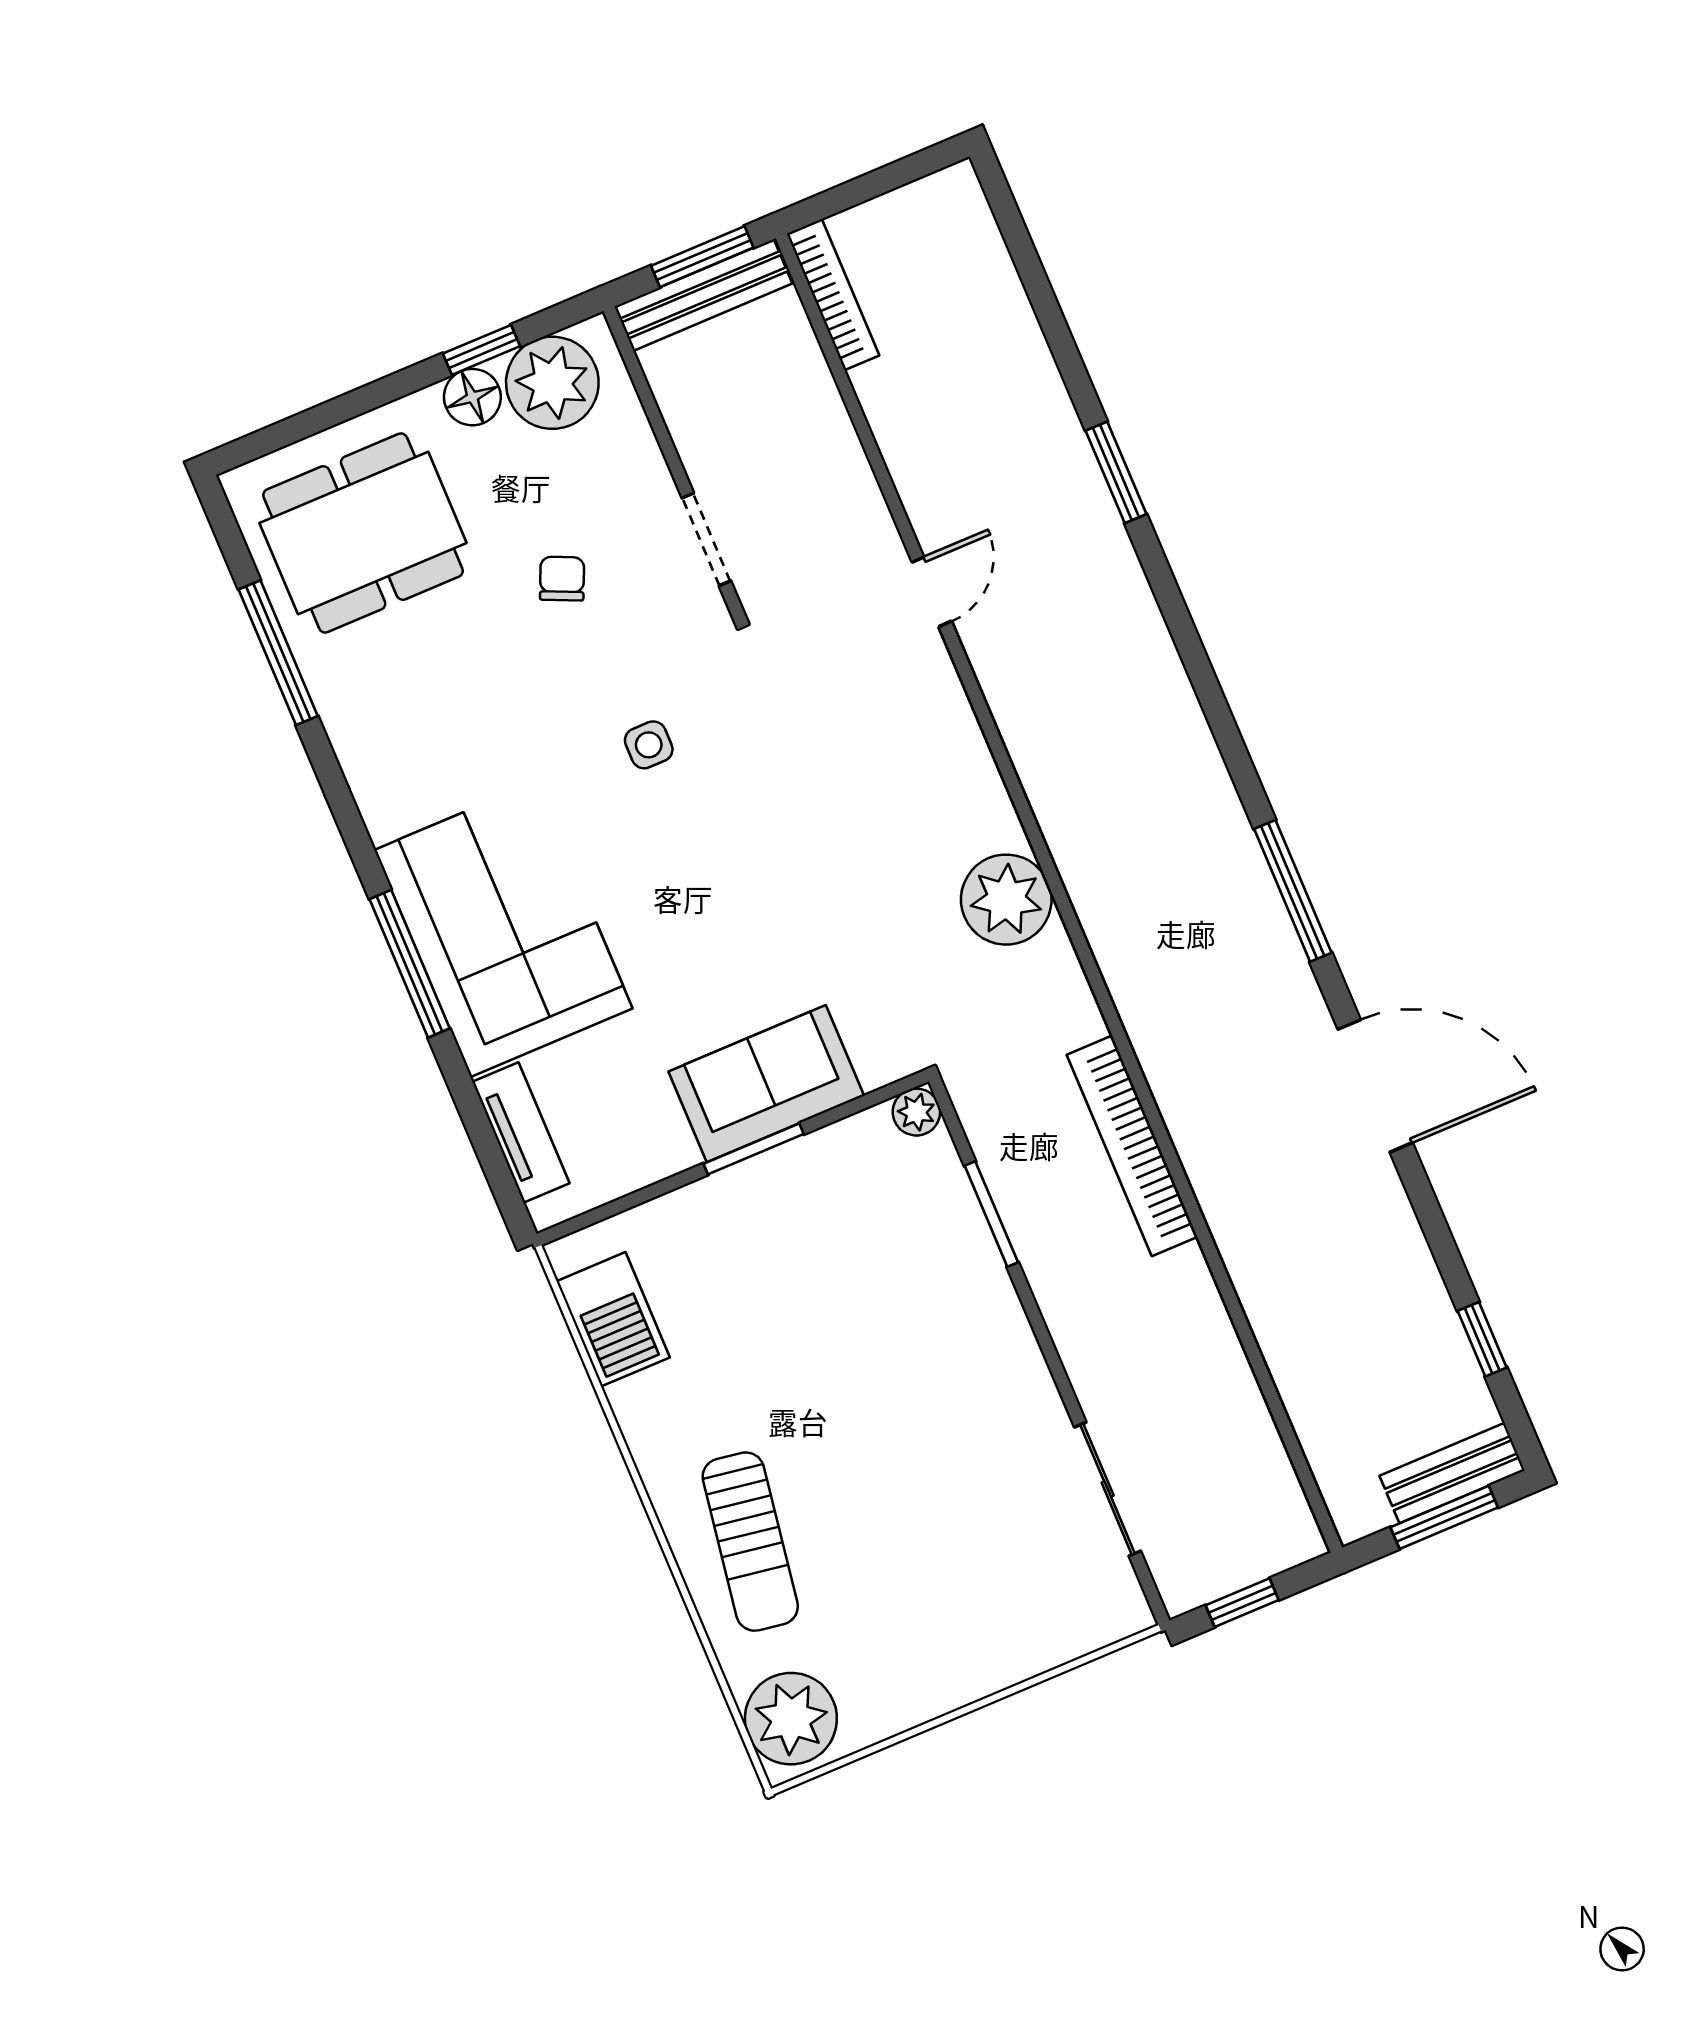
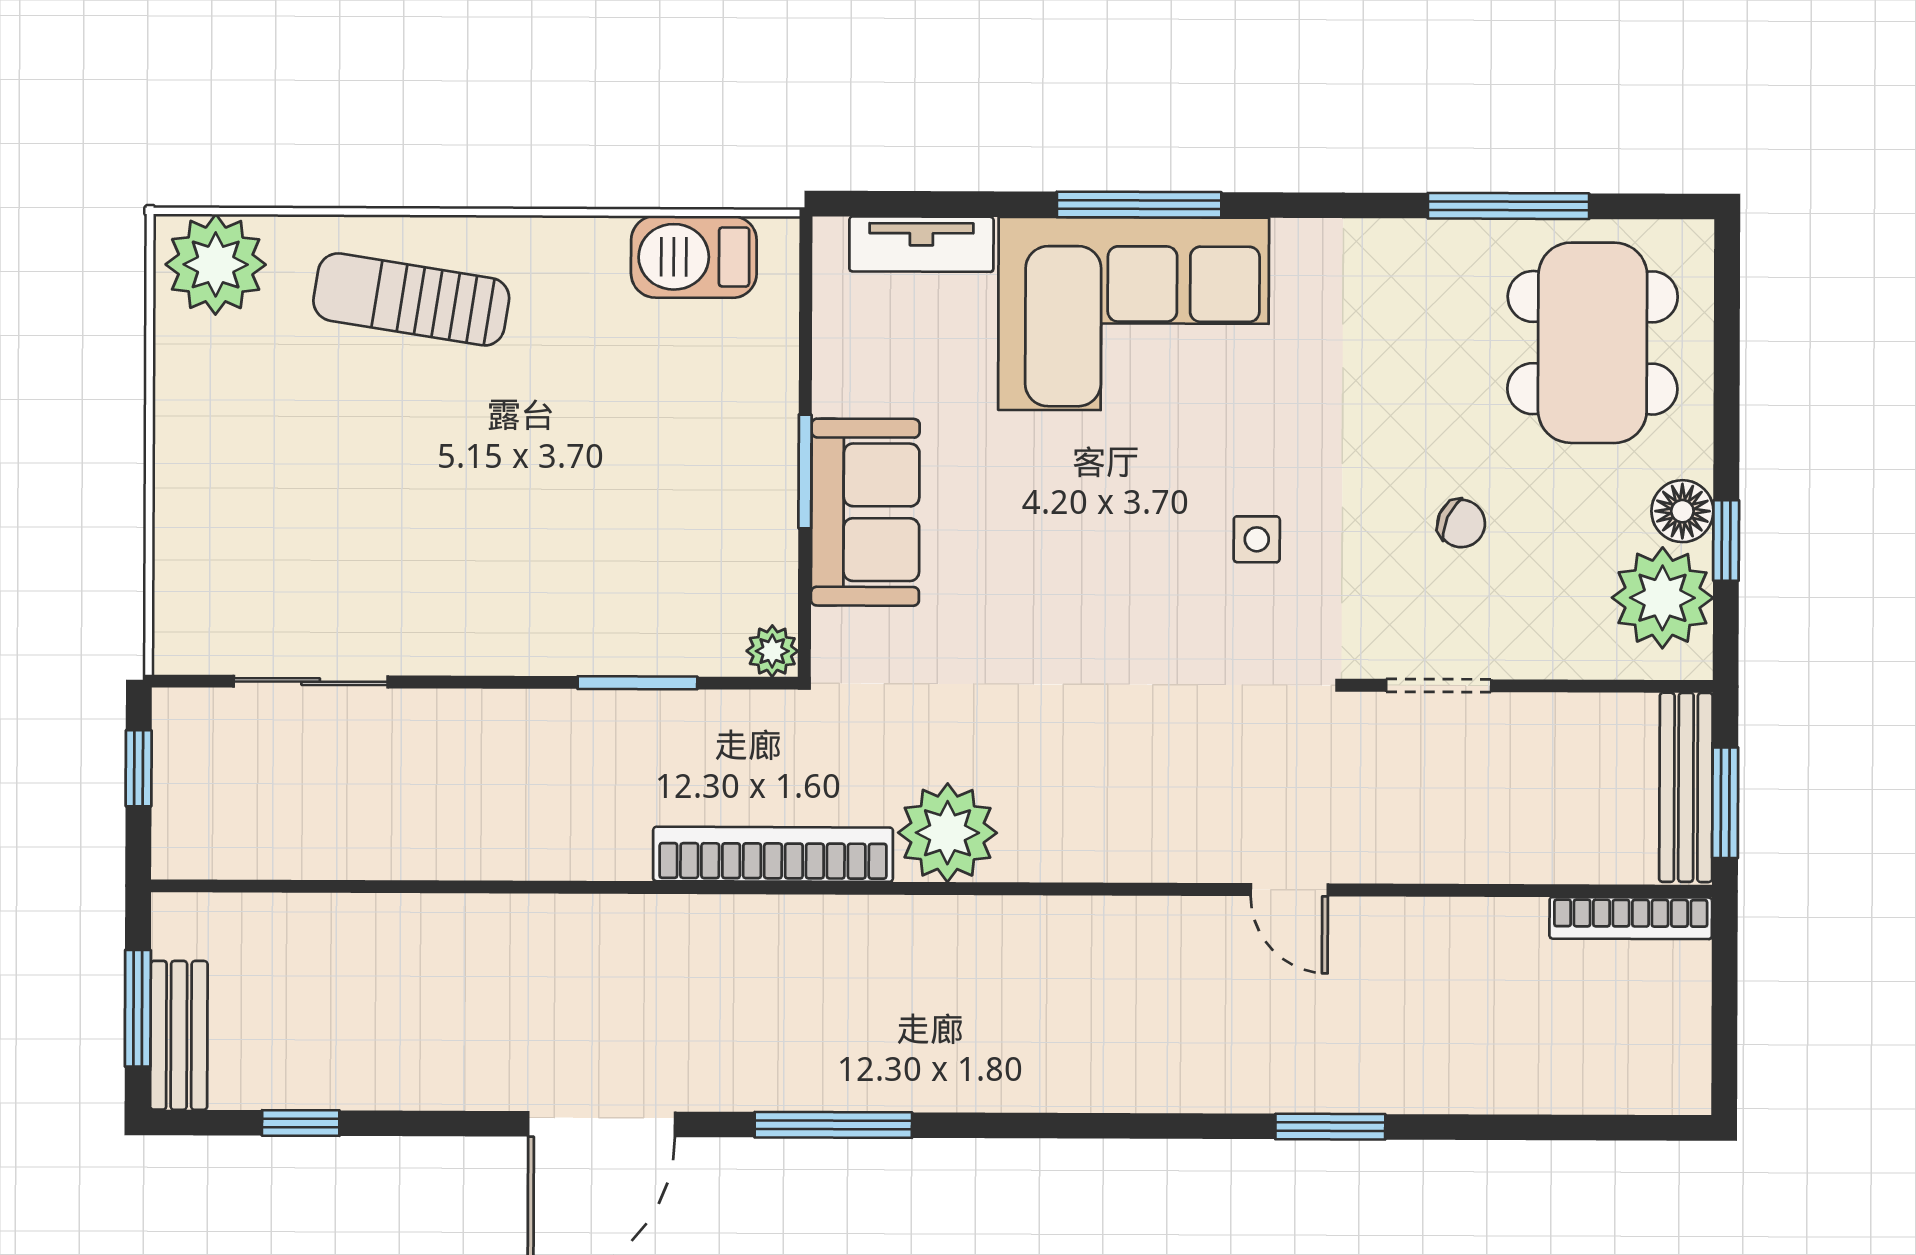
bookcase: (1132, 1146) -> (773, 854), moved

